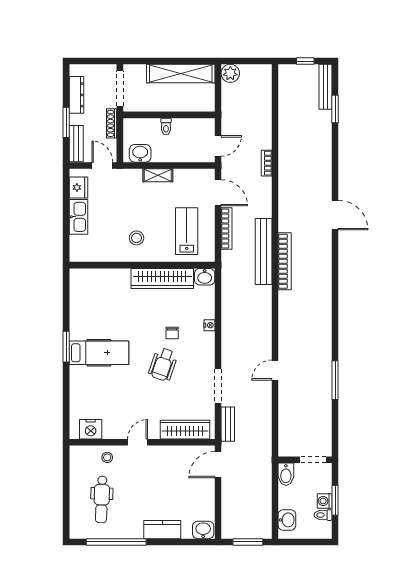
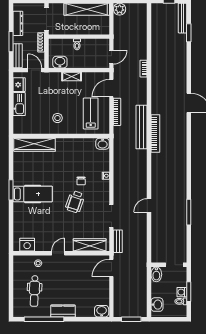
door: (218, 193) -> (111, 88), swing flipped
wardrobe: (162, 278) -> (35, 145), moved
kitchen counter: (162, 530) -> (63, 311), moved

